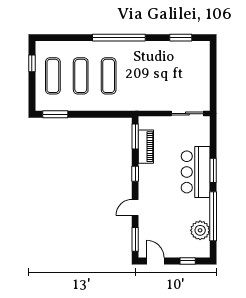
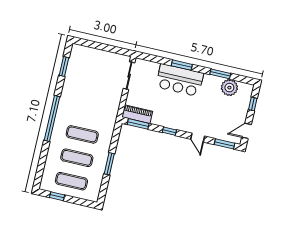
window: (55, 114) -> (109, 164), moved
piano: (146, 147) -> (137, 114), moved
window: (213, 216) -> (220, 74), width x0.47

